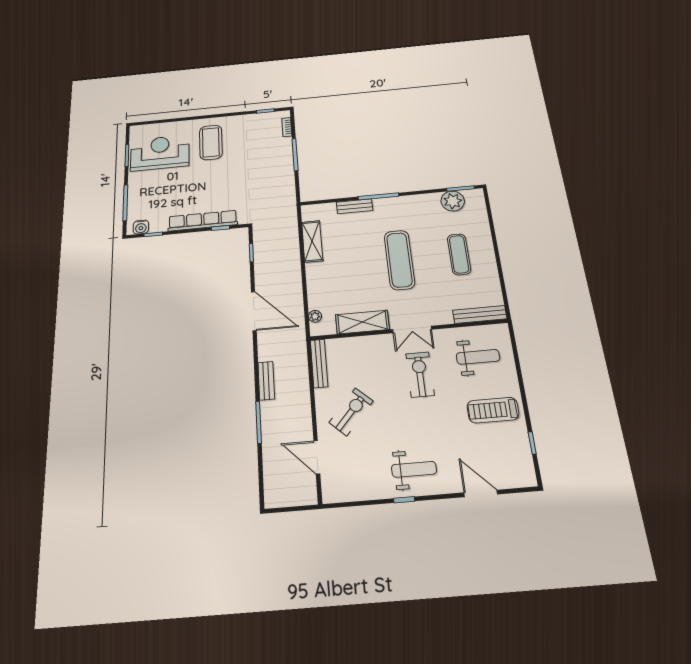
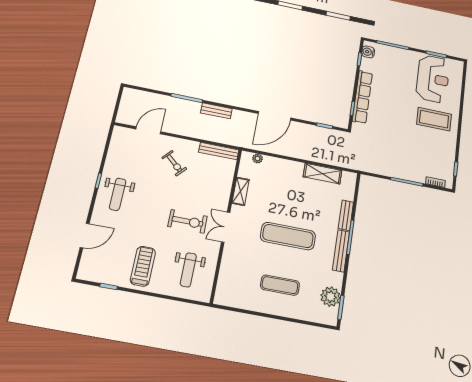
bench: (480, 314) -> (341, 251), moved
shelving: (362, 322) -> (241, 191), width x0.67, depth x0.75
exercise bike: (351, 412) -> (174, 163), width x0.73, depth x0.72

